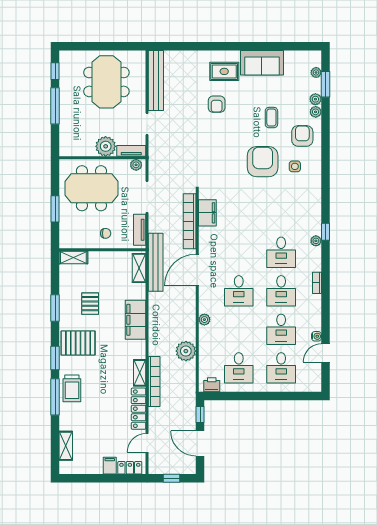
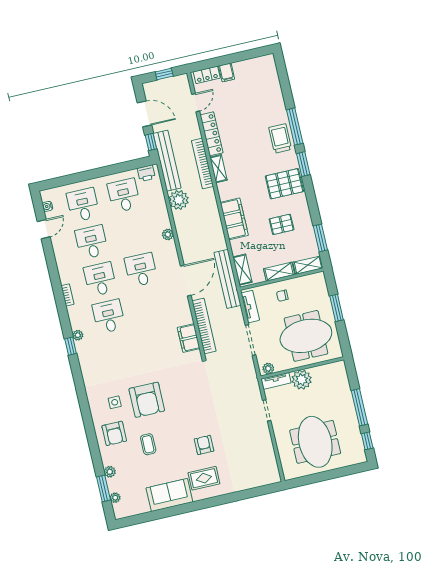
bench: (156, 80) -> (167, 161), moved
plant: (316, 112) -> (107, 460), removed
pallet: (90, 304) -> (282, 224), turned 90
window: (55, 308) -> (320, 238), moved
water cooler: (317, 336) -> (47, 206), moved
shelving: (66, 446) -> (279, 272), moved, turned 90

